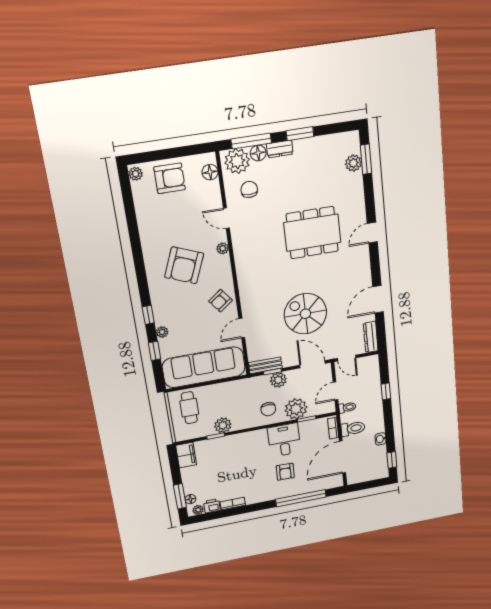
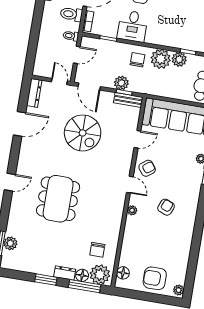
door: (226, 218) -> (130, 185), moved
dining table: (312, 233) -> (58, 199), turned 90
armchair: (184, 265) -> (166, 207), width x0.53, depth x0.53
window: (386, 391) -> (34, 38), removed
plant: (296, 409) -> (161, 59), moved

